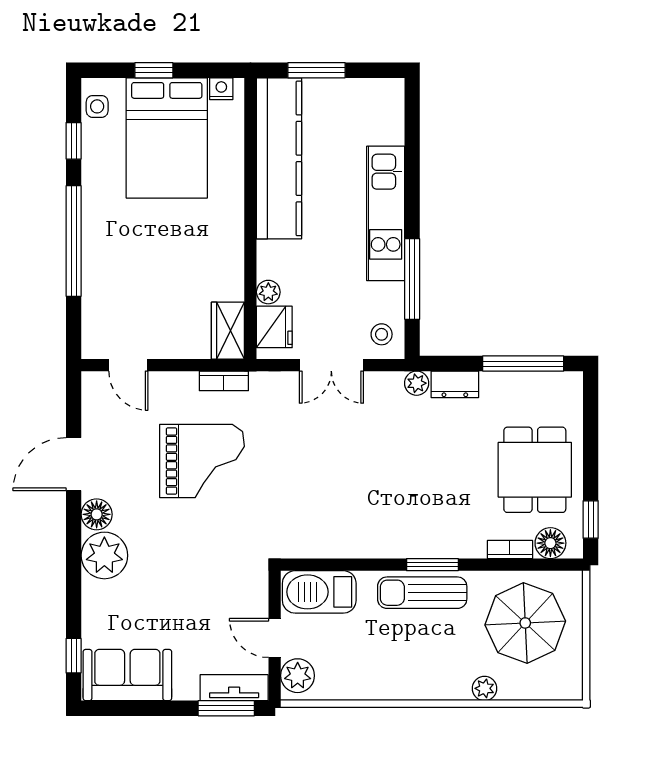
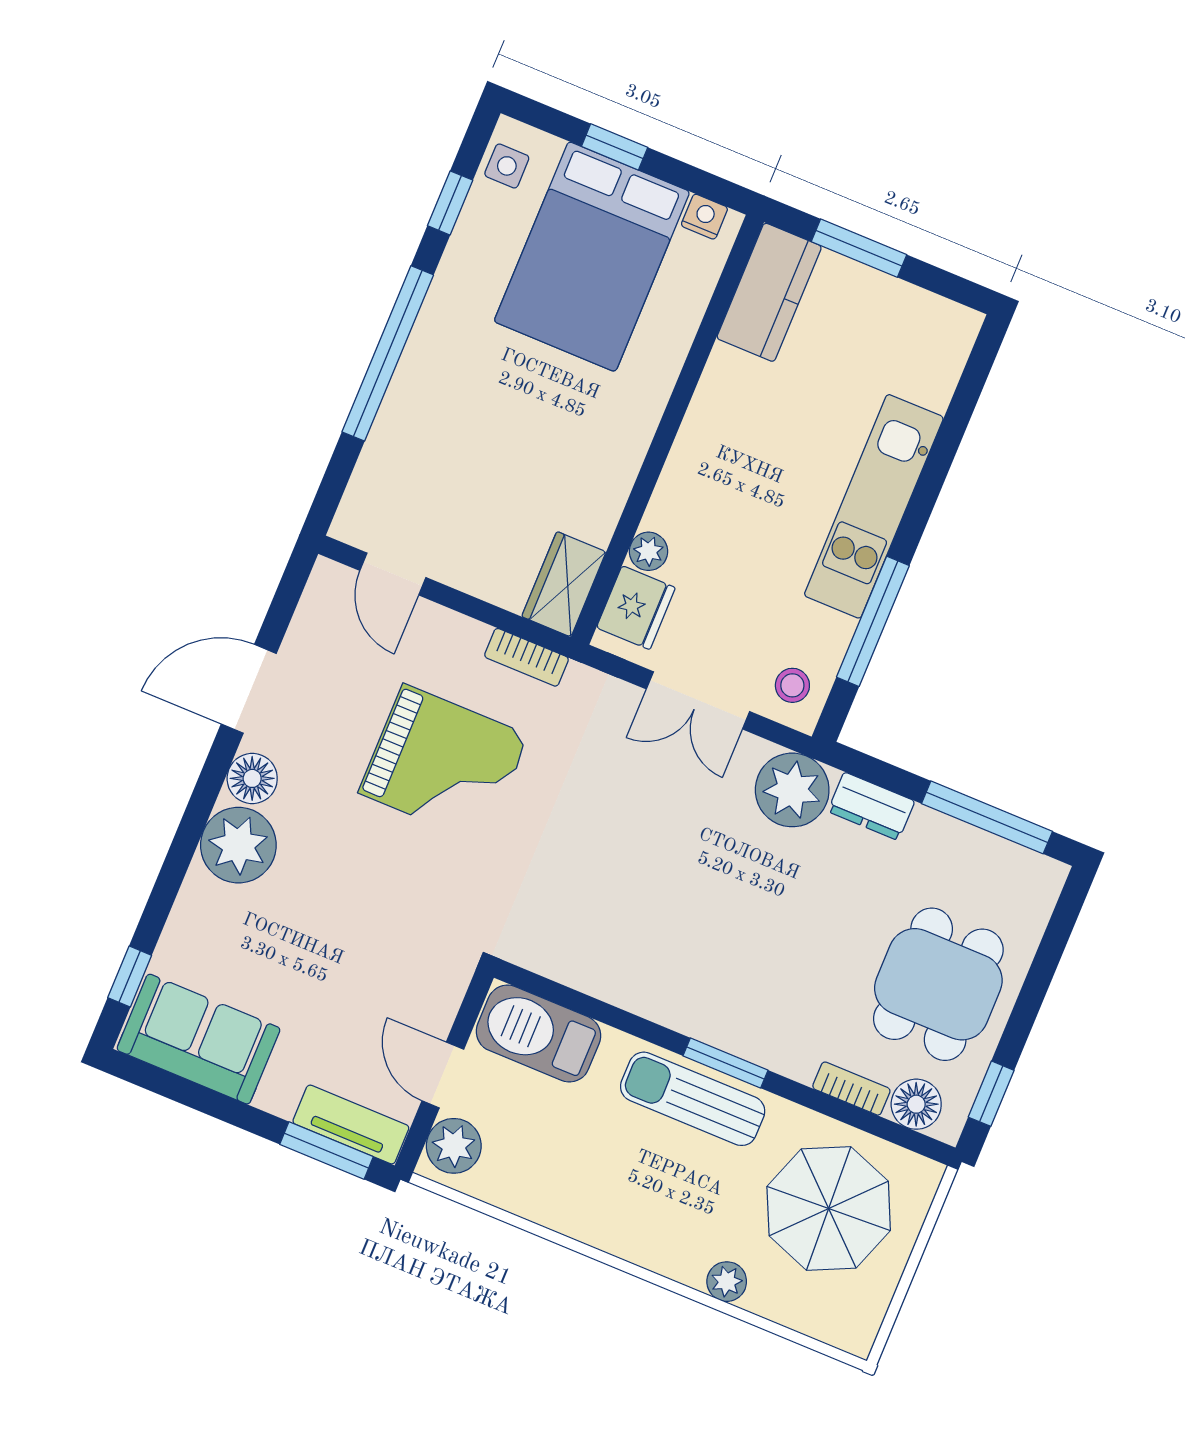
kitchen counter: (279, 158) -> (769, 292), width x0.48, depth x0.86
plant: (417, 383) -> (792, 790), width x1.87, depth x1.87

